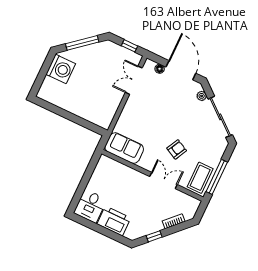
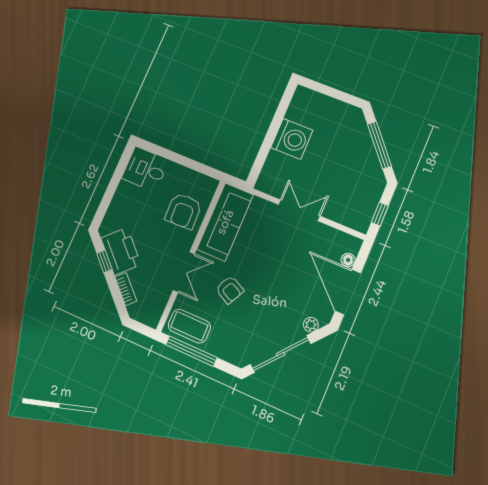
washing machine: (61, 69) -> (292, 139), moved, turned -90
door: (181, 70) -> (348, 292), swing flipped
double door: (134, 80) -> (299, 210), moved
sofa: (124, 148) -> (225, 222), width x1.36
armchair: (121, 180) -> (183, 211), added
printer: (114, 221) -> (121, 251), moved, turned -45

